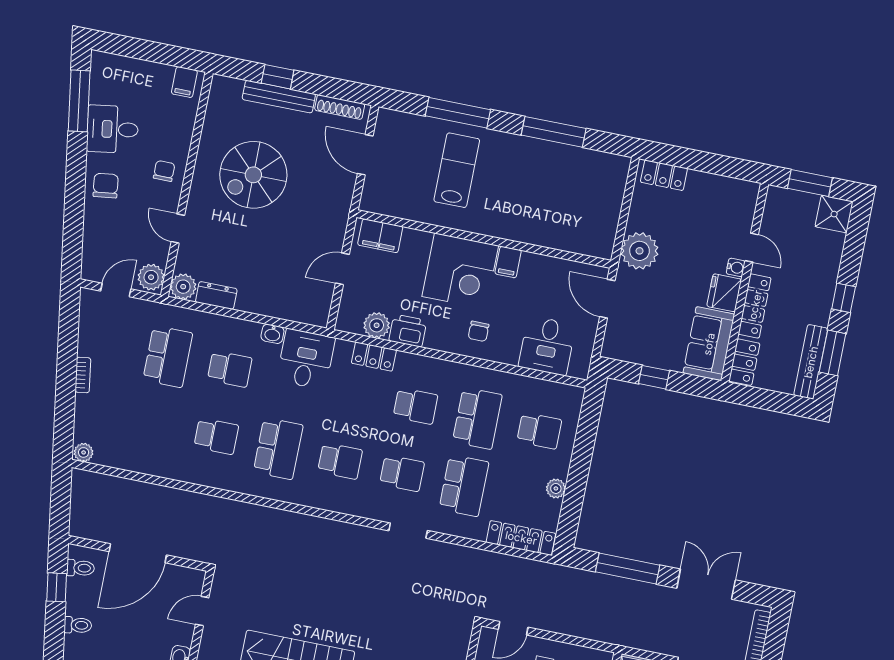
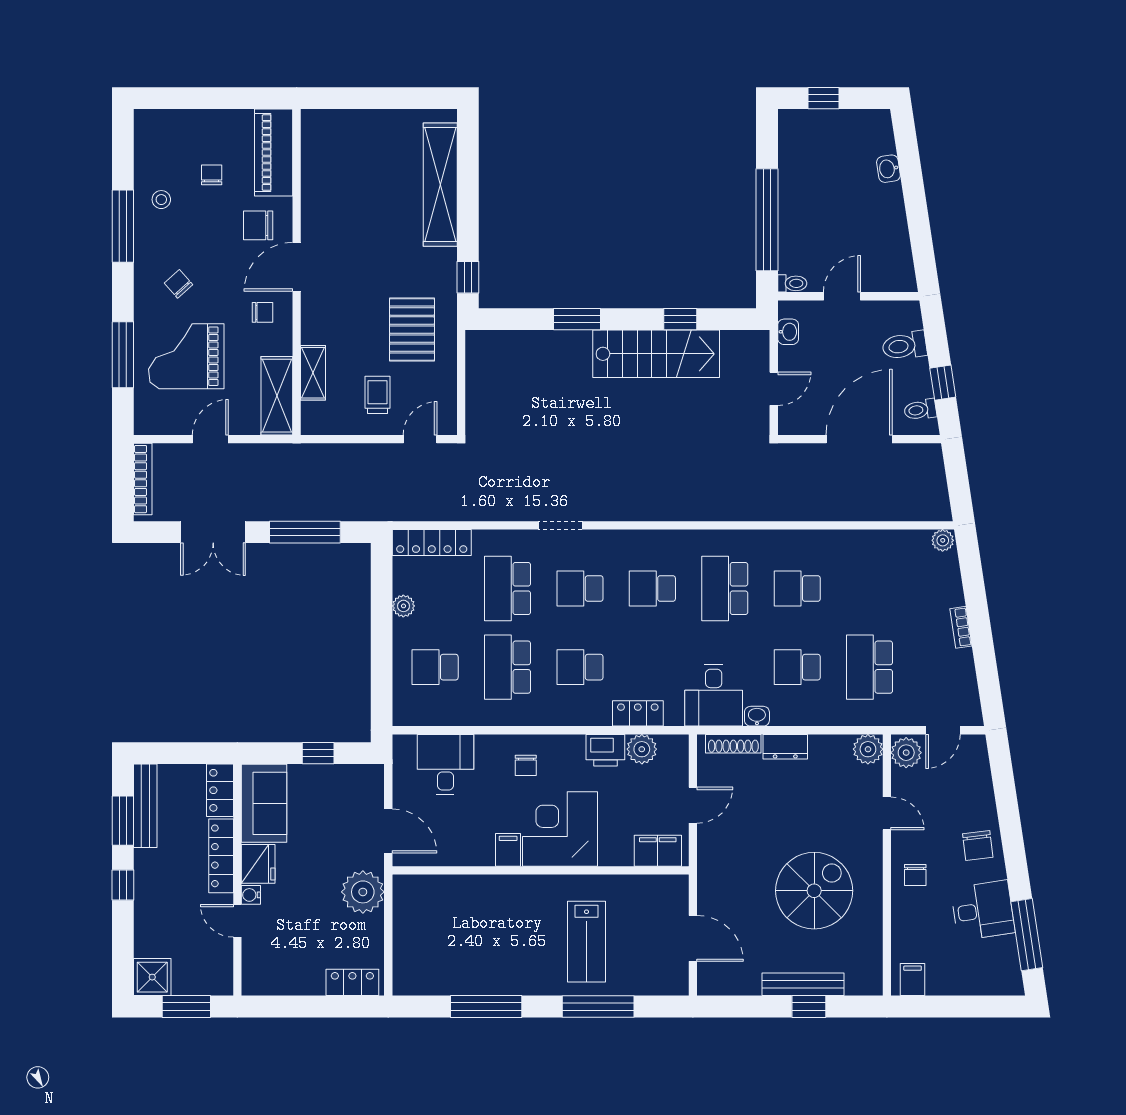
shoe rack: (340, 107) -> (733, 744), moved, turned 180
dresser: (216, 295) -> (785, 747), moved
chair: (479, 331) -> (526, 765), turned 180
toilet: (78, 625) -> (904, 346), width x1.37, depth x1.39

